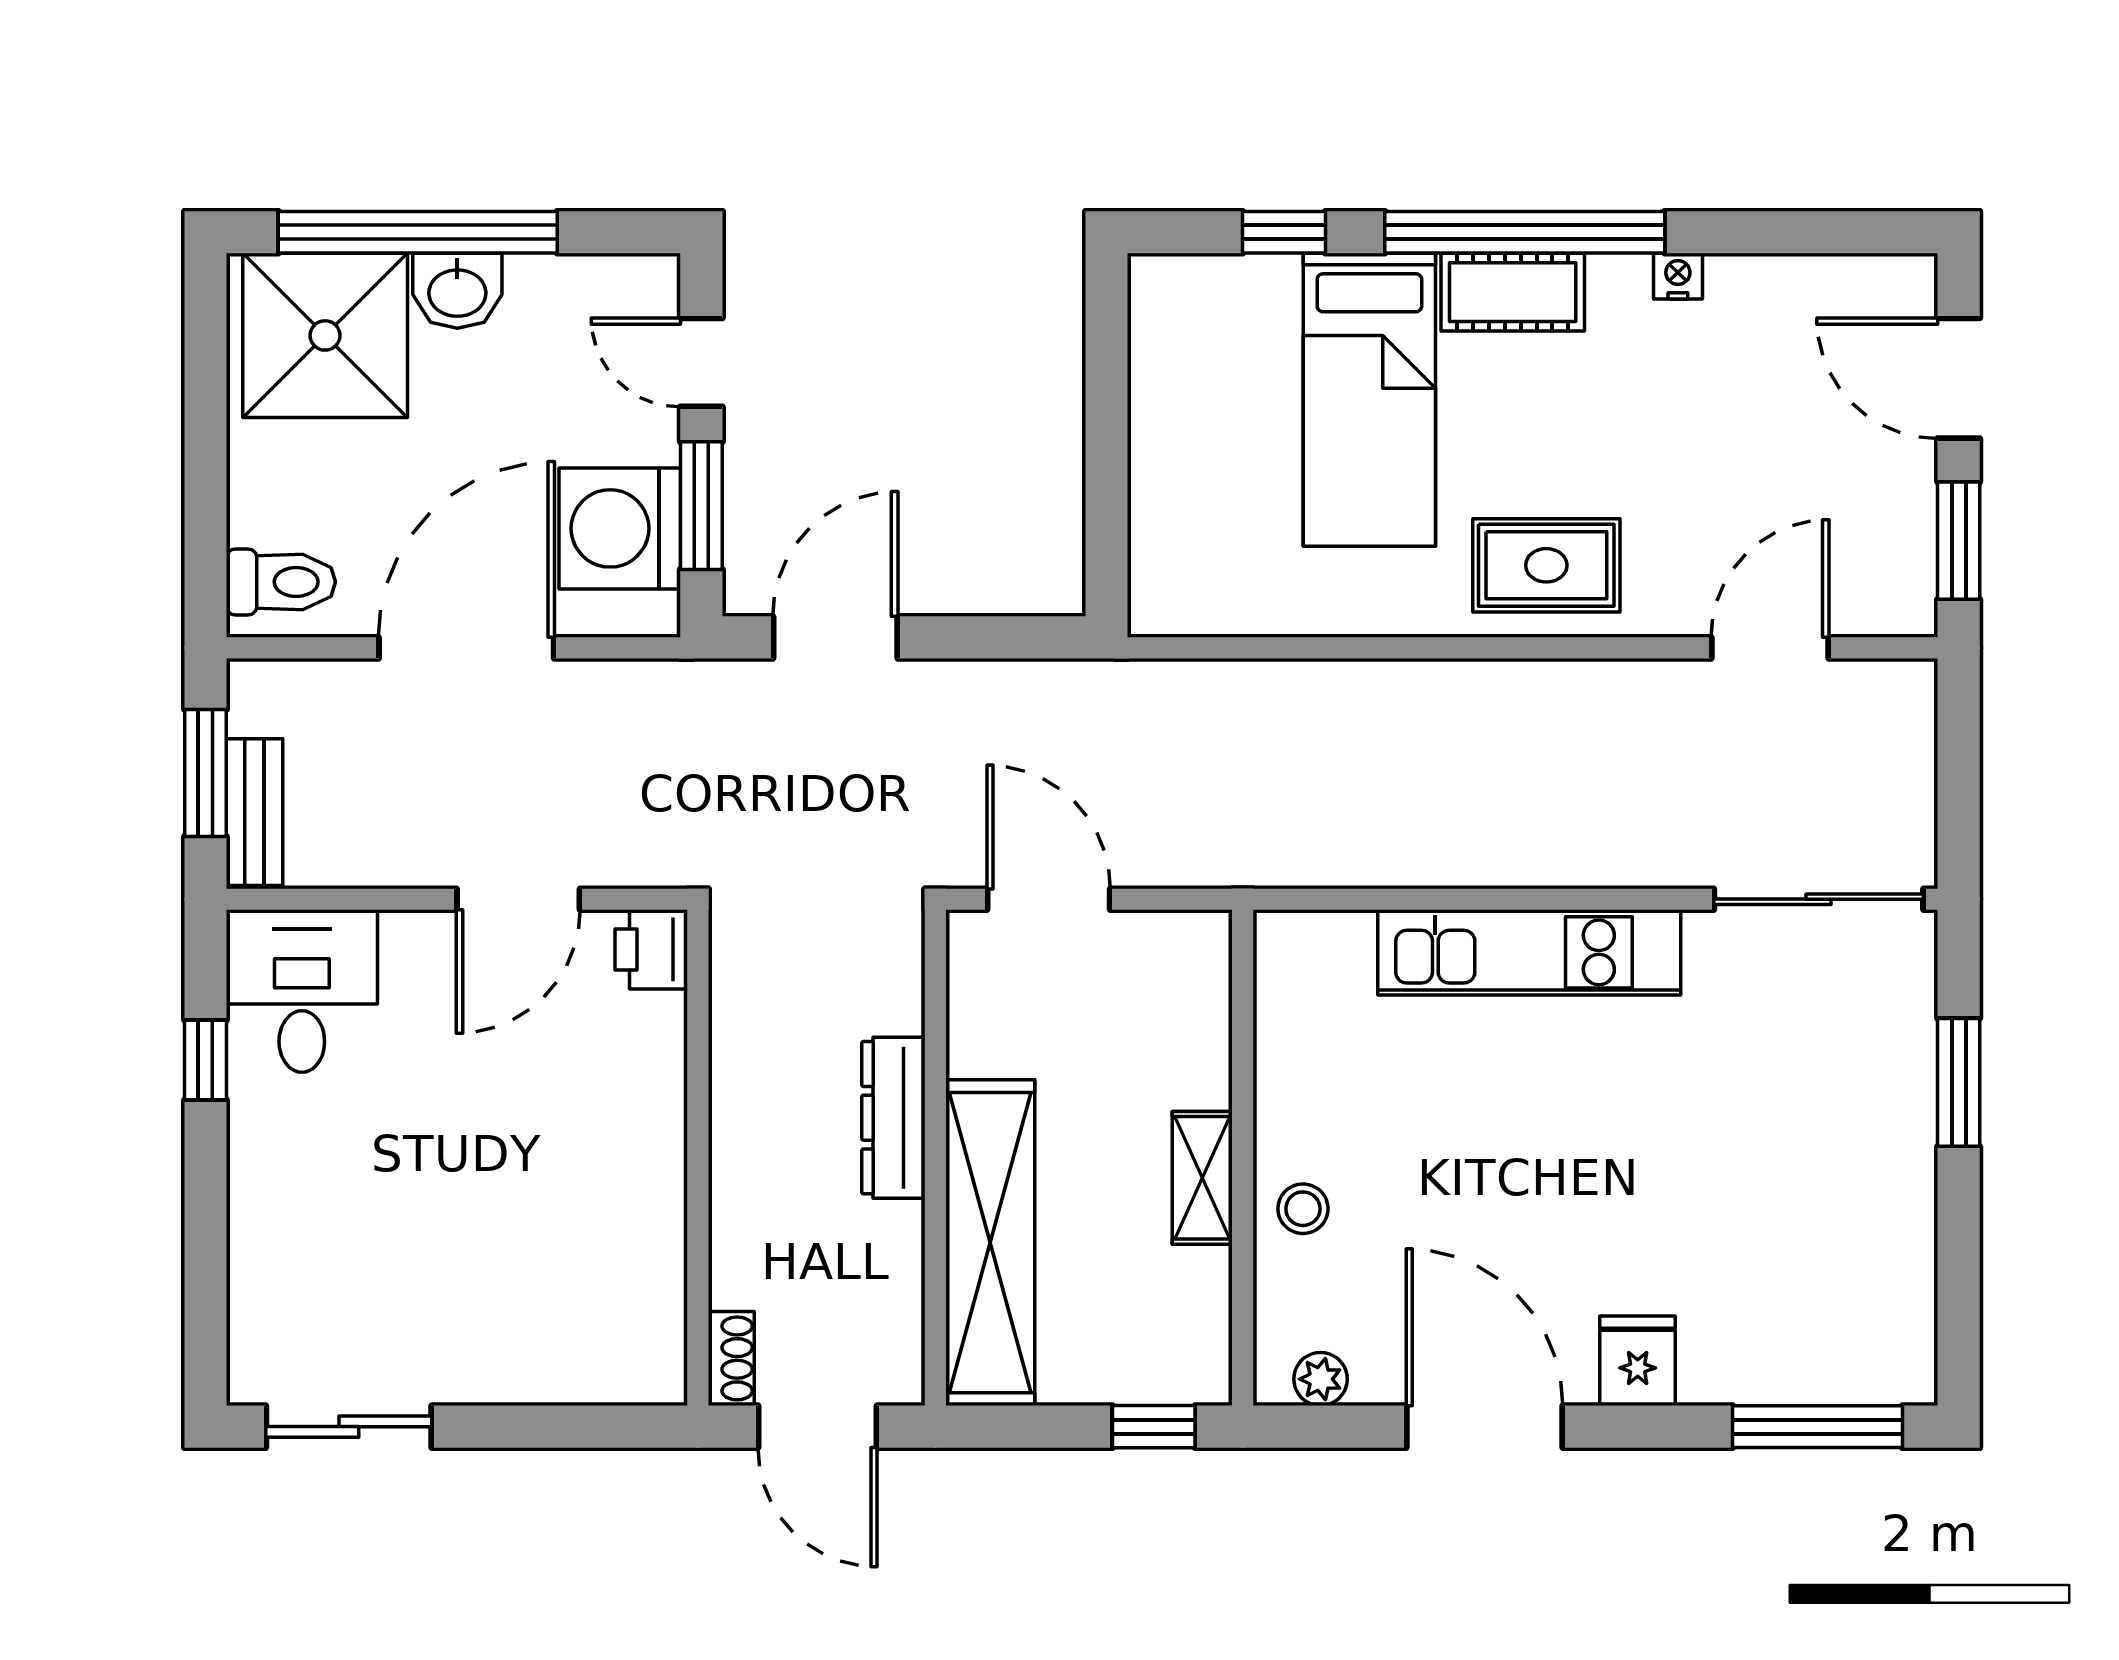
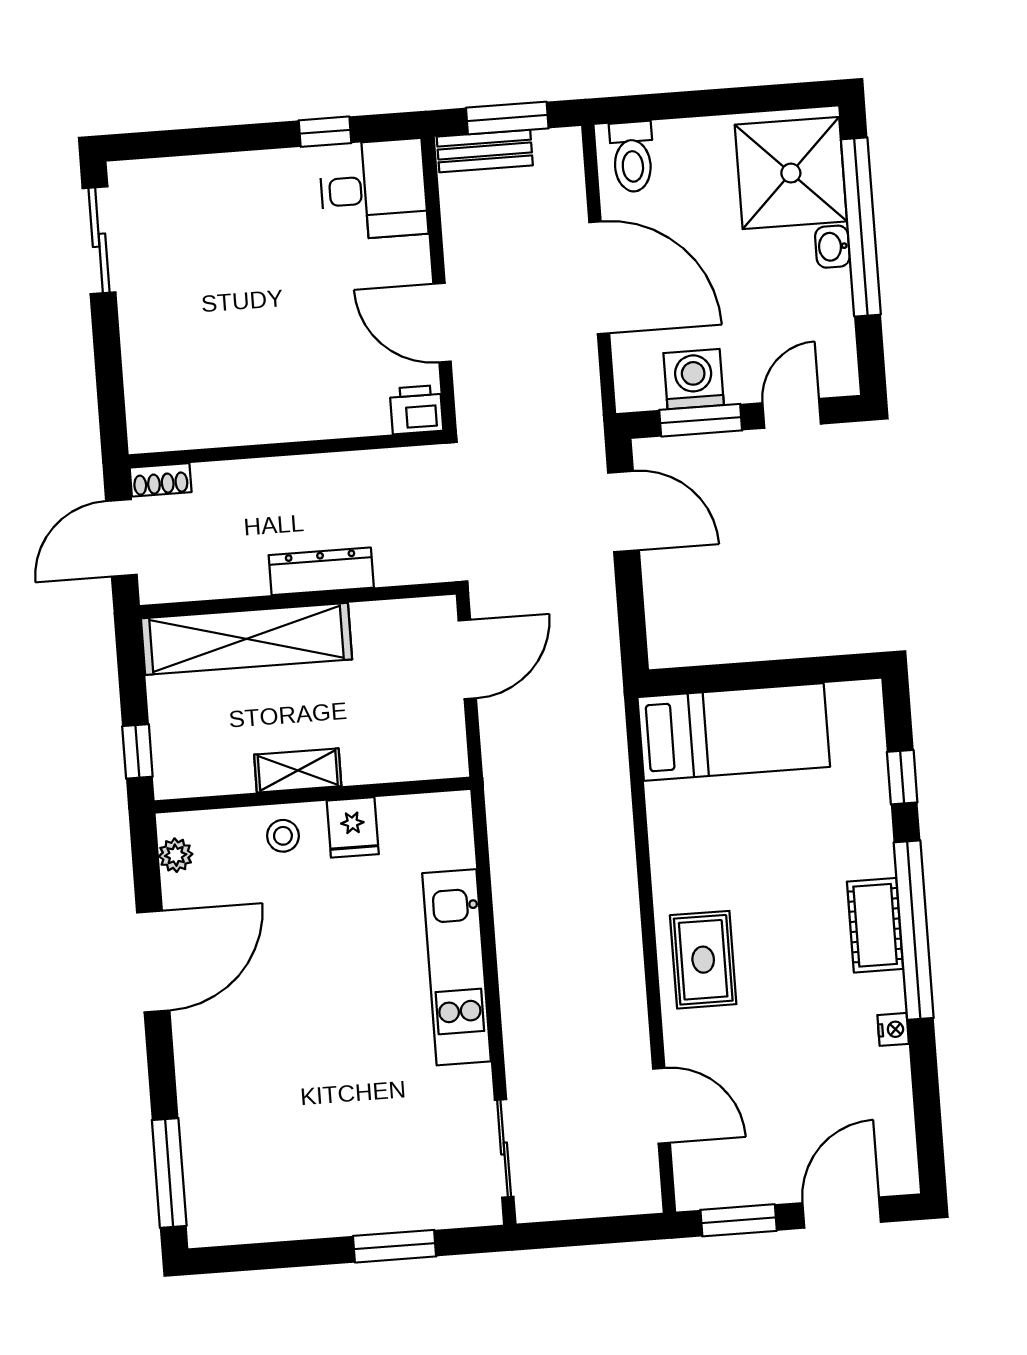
washbasin: (457, 291) -> (832, 247), width x0.72, depth x0.69
bed: (1369, 400) -> (734, 732), moved, turned 180
washing machine: (620, 528) -> (694, 379), width x0.73, depth x0.73
sliding door: (1819, 899) -> (504, 1148), width x0.73
fridge: (1638, 1361) -> (353, 827), moved, turned 90

